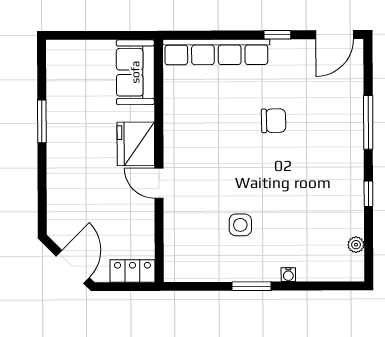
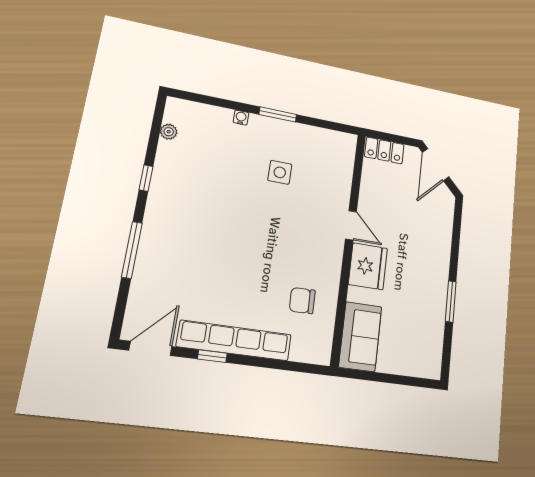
row of seats: (216, 52) -> (235, 341), moved
chair: (274, 121) -> (302, 301), moved

